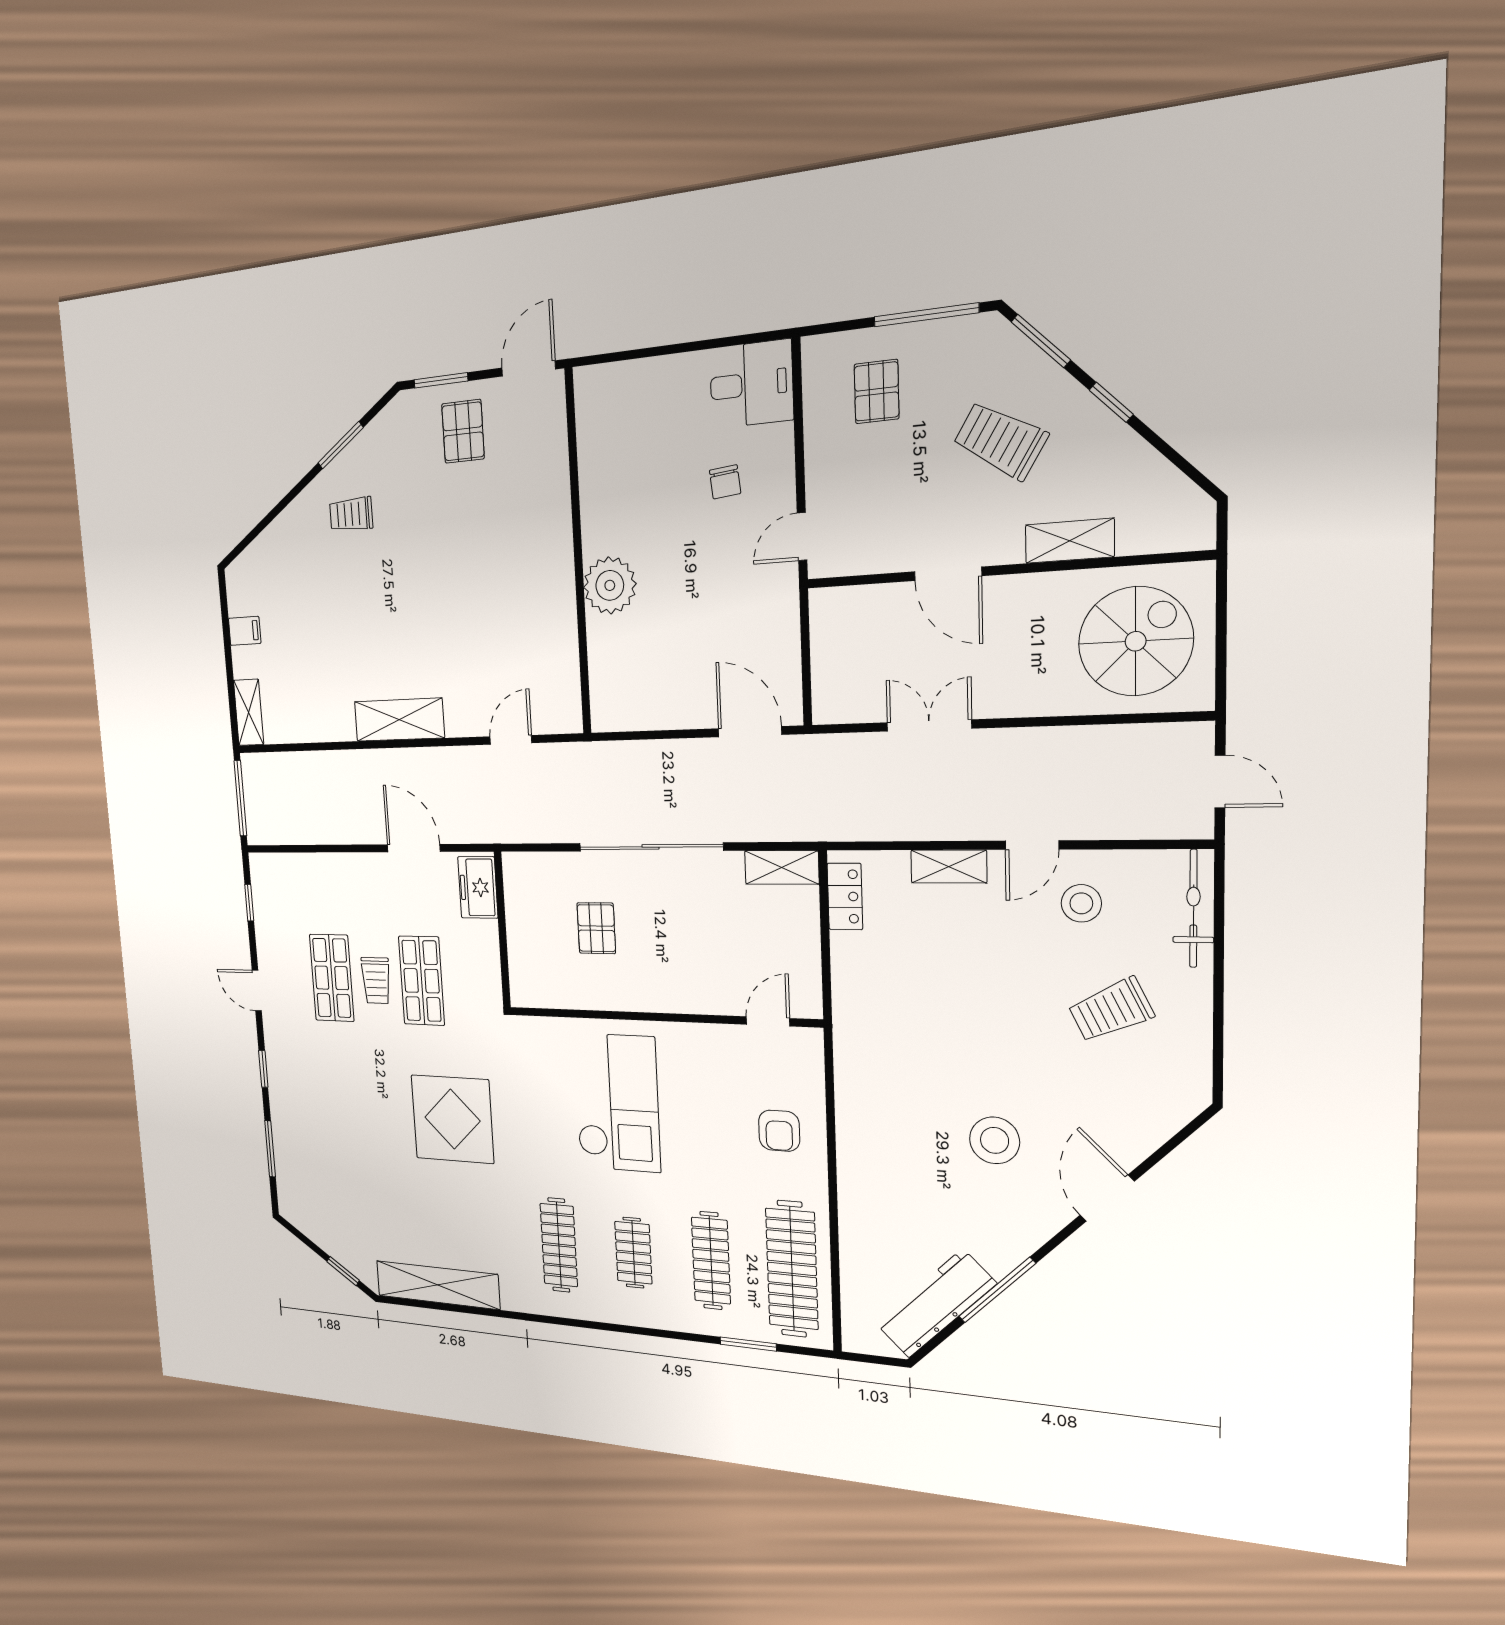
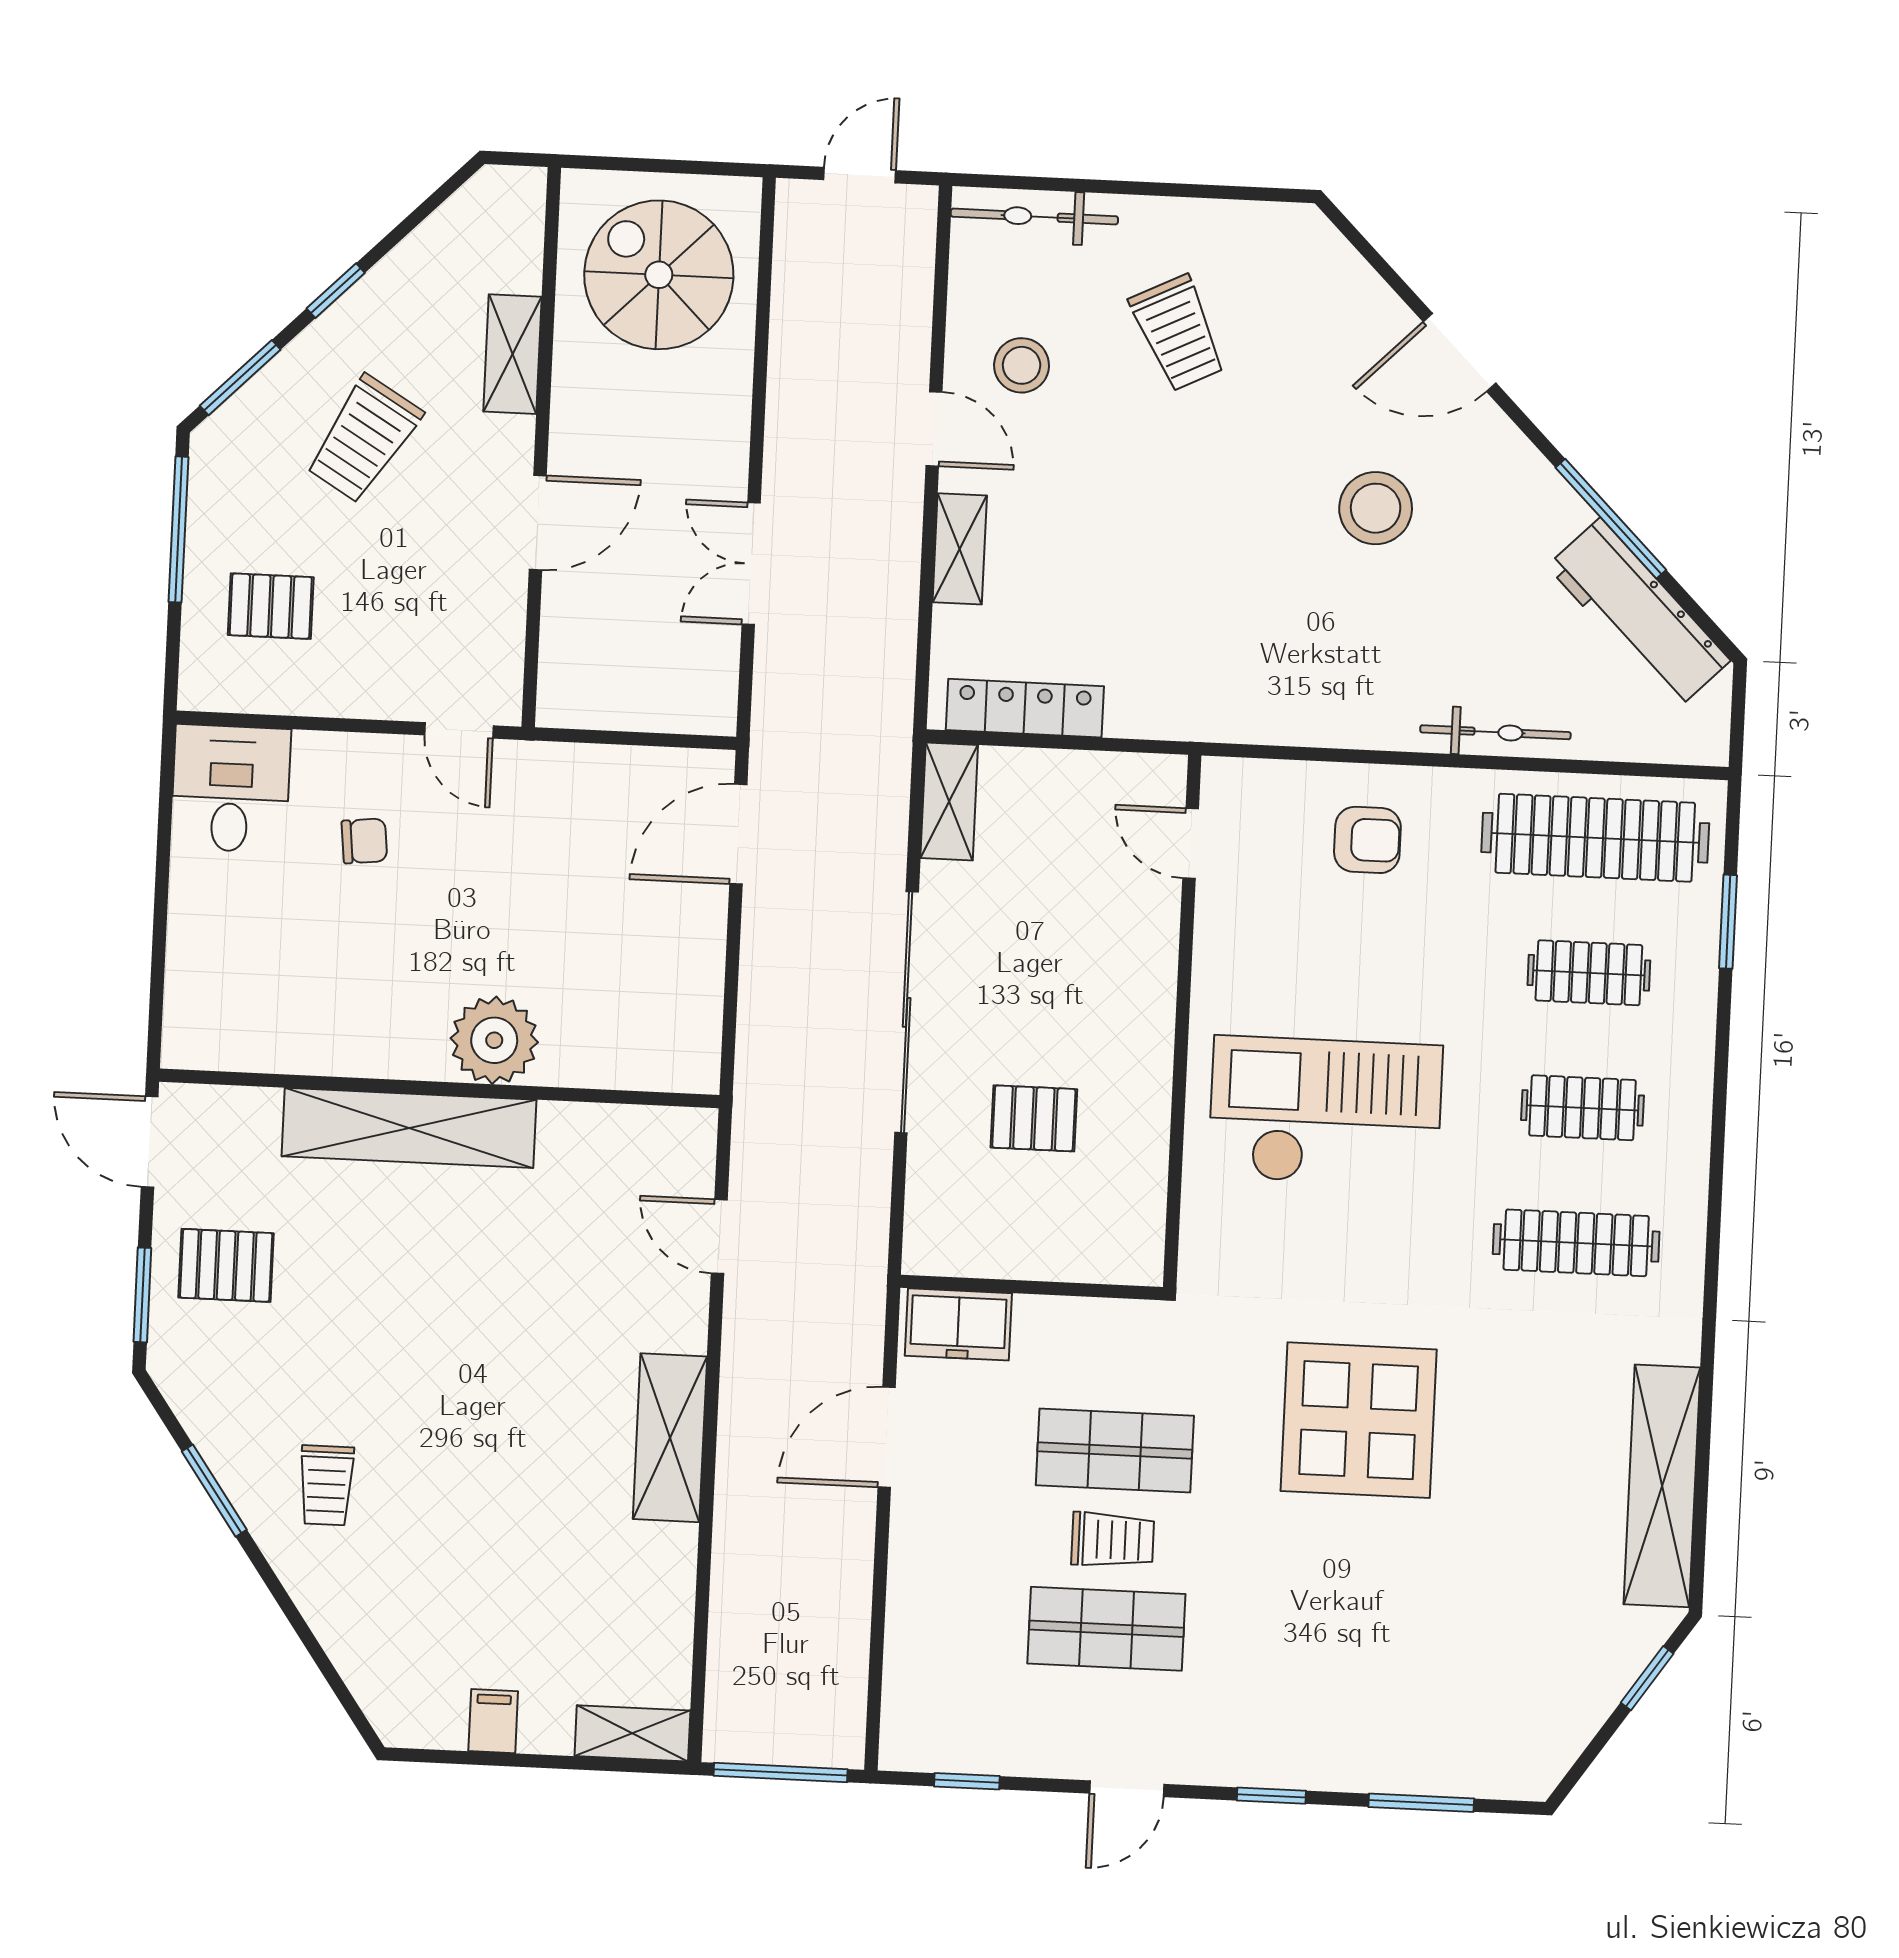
shelving: (553, 537) -> (409, 1128), added
locker: (845, 896) -> (1025, 708), width x1.53
bicycle: (852, 1211) -> (1495, 732), added
clothes rail: (711, 1261) -> (1589, 973), width x0.73

